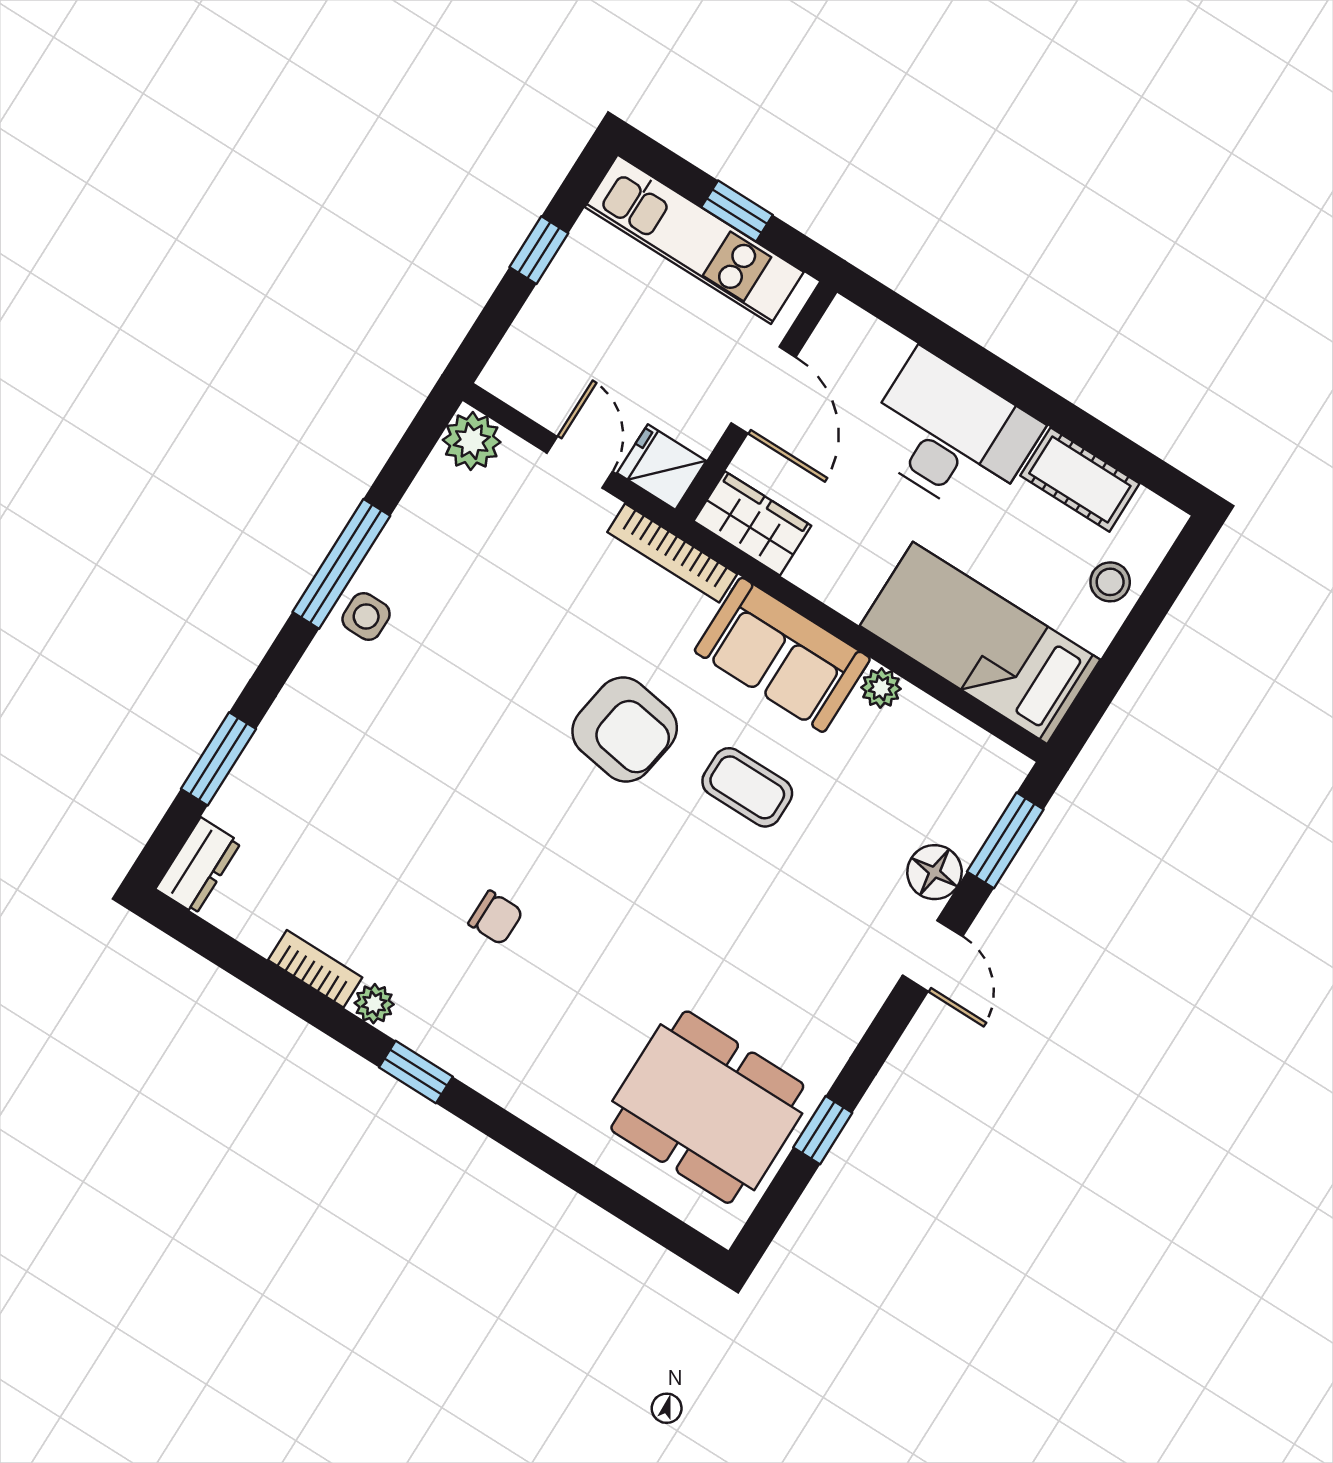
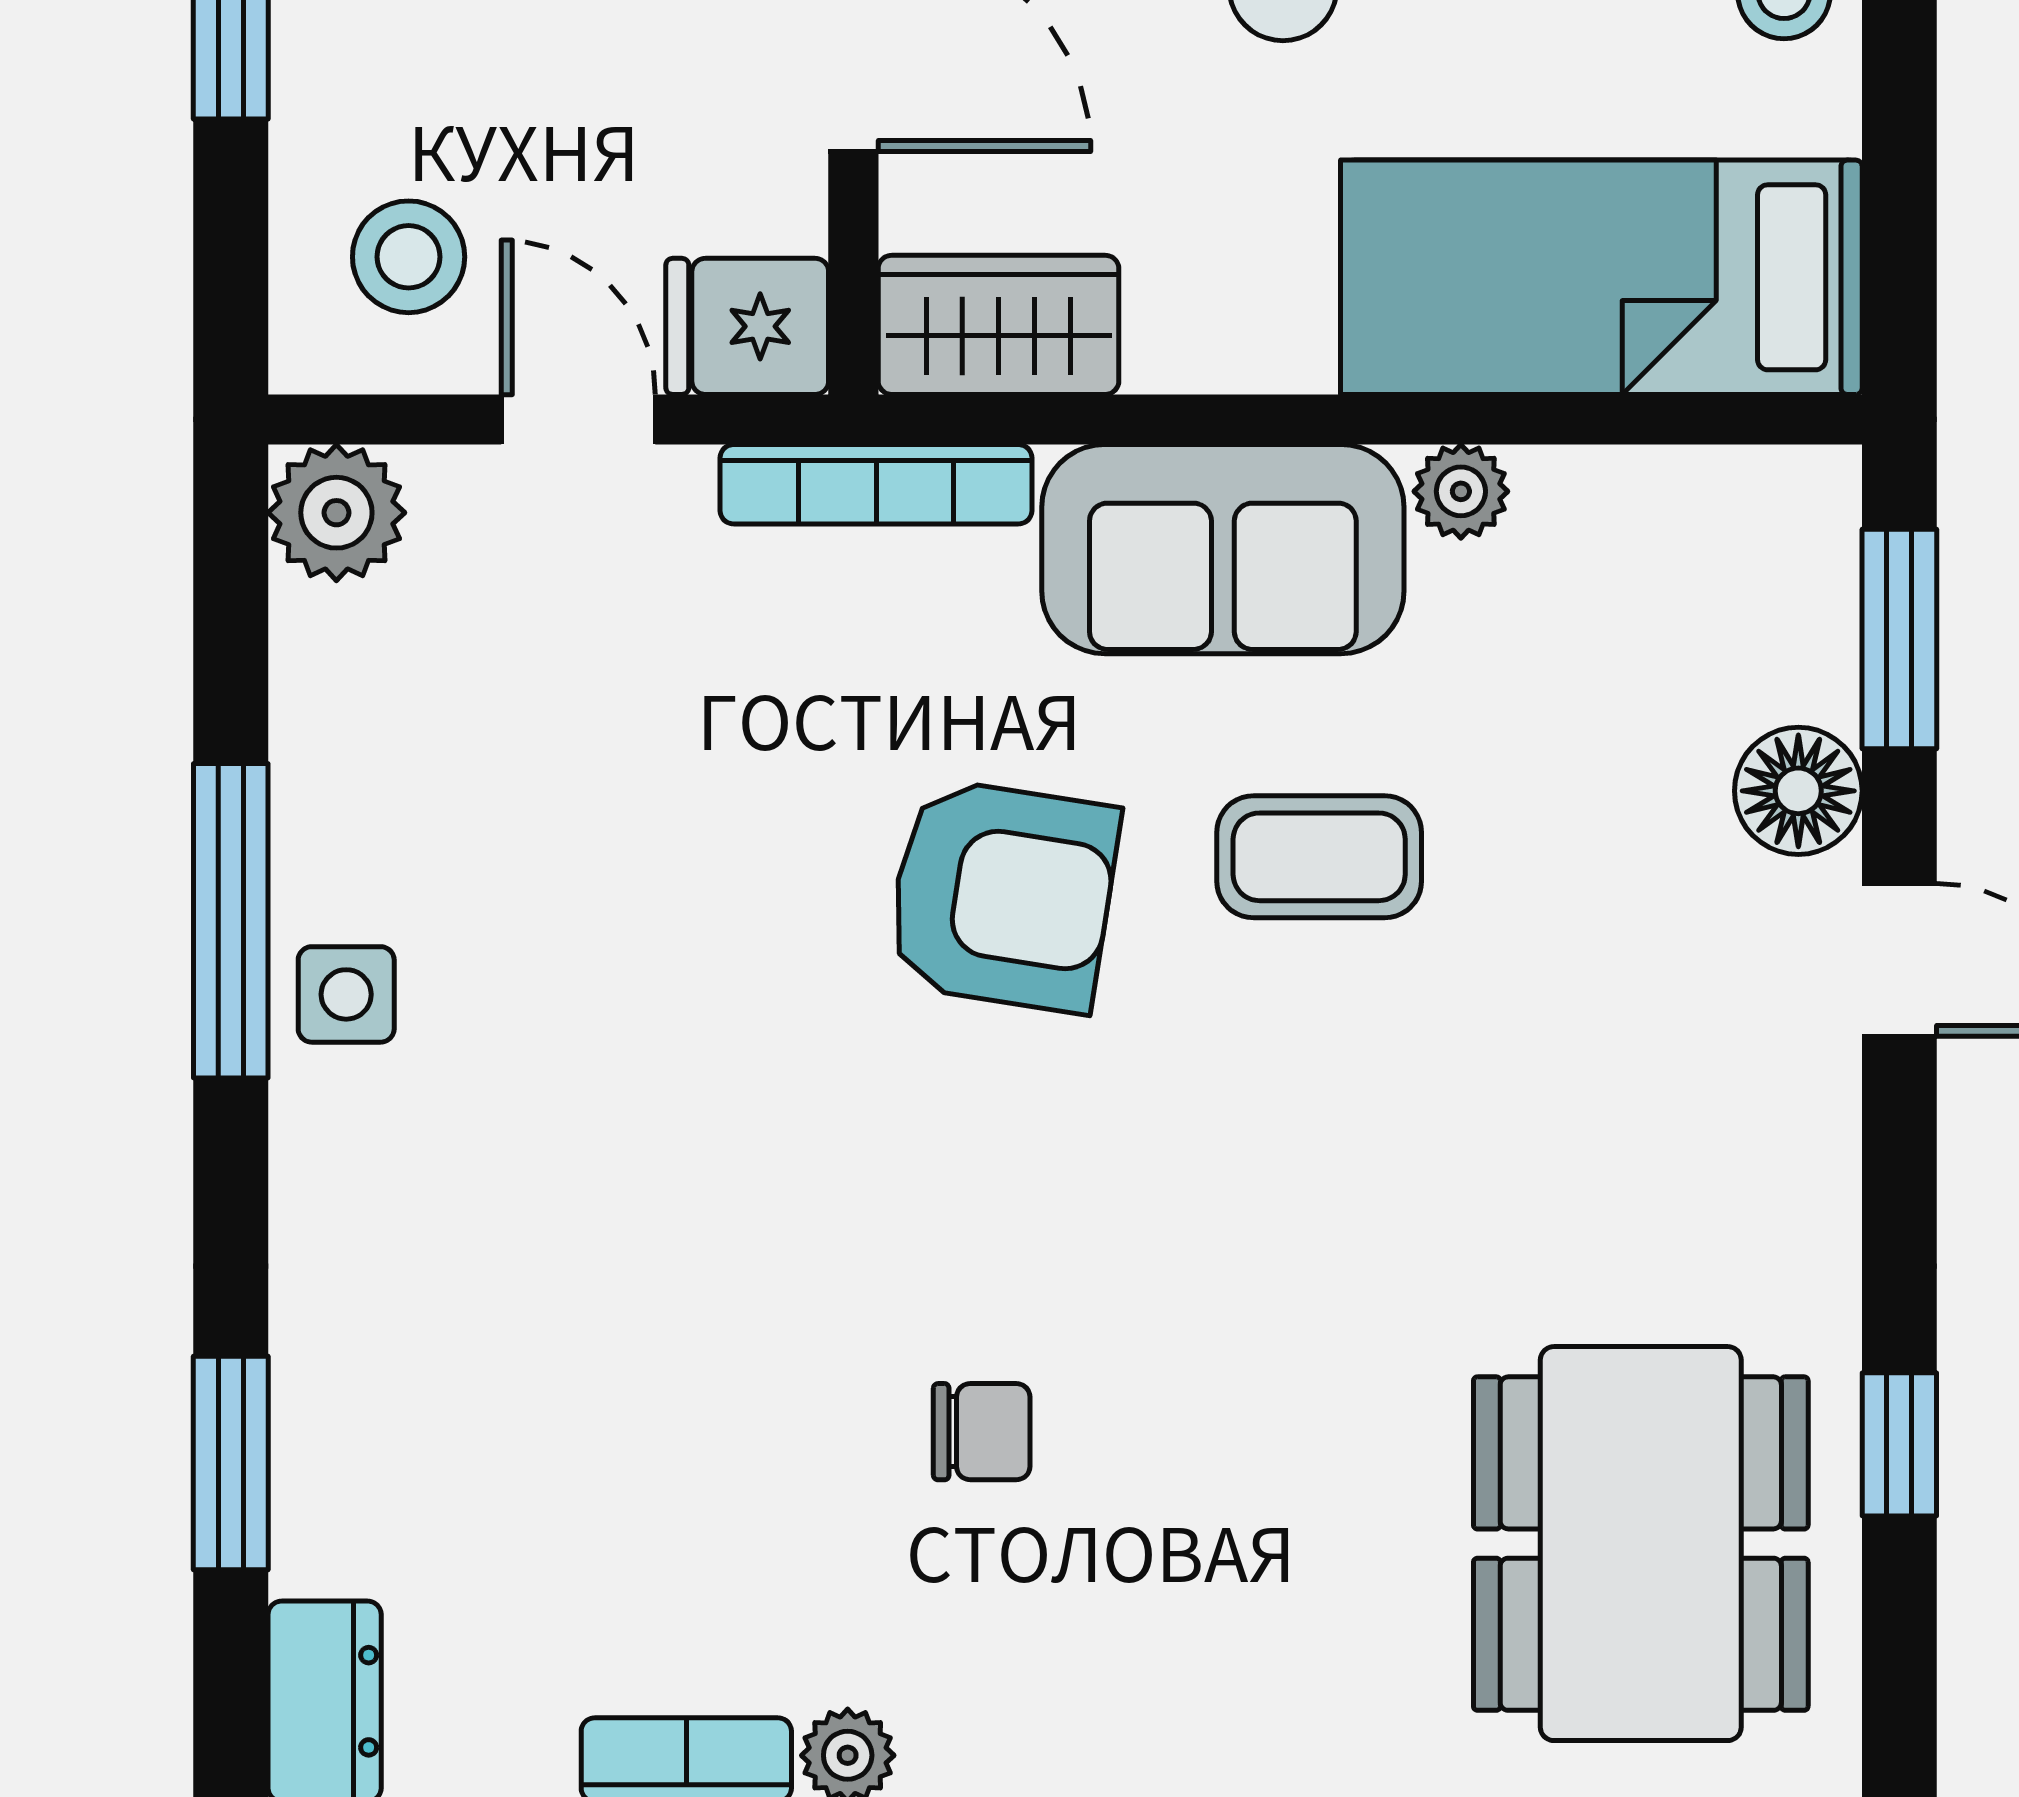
stool: (556, 365) -> (409, 257), added
dining table: (707, 1107) -> (1641, 1544), turned 90

